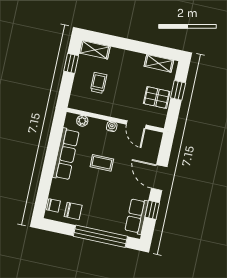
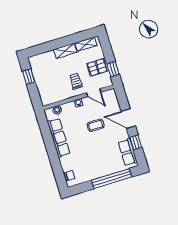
shelving: (95, 50) -> (65, 51), moved
trolley: (99, 83) -> (76, 81), moved
window: (178, 90) -> (113, 69), moved
coffee table: (102, 163) -> (96, 125), moved
chair: (73, 211) -> (84, 172), removed

